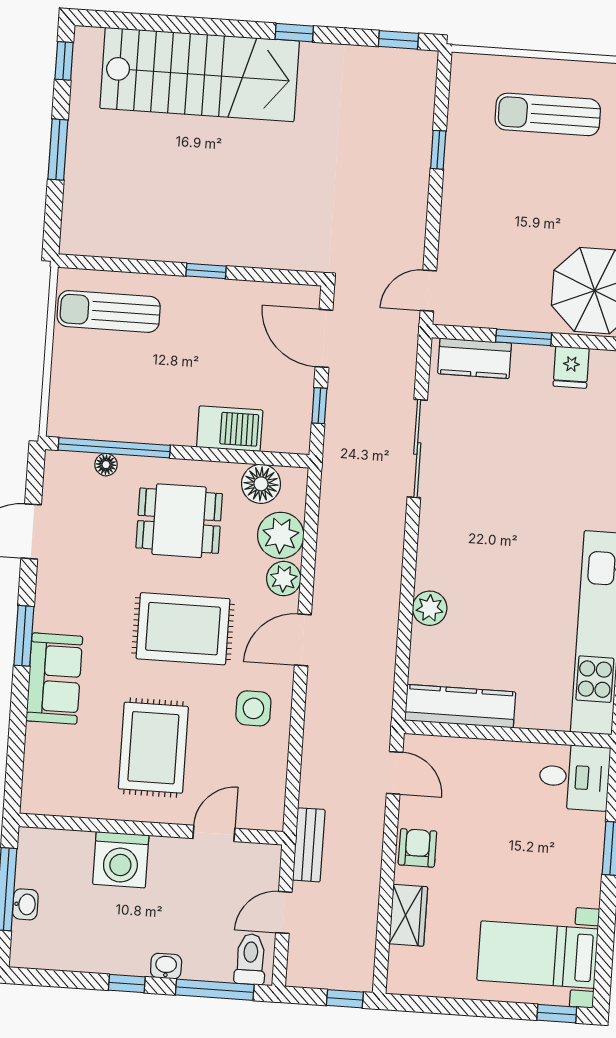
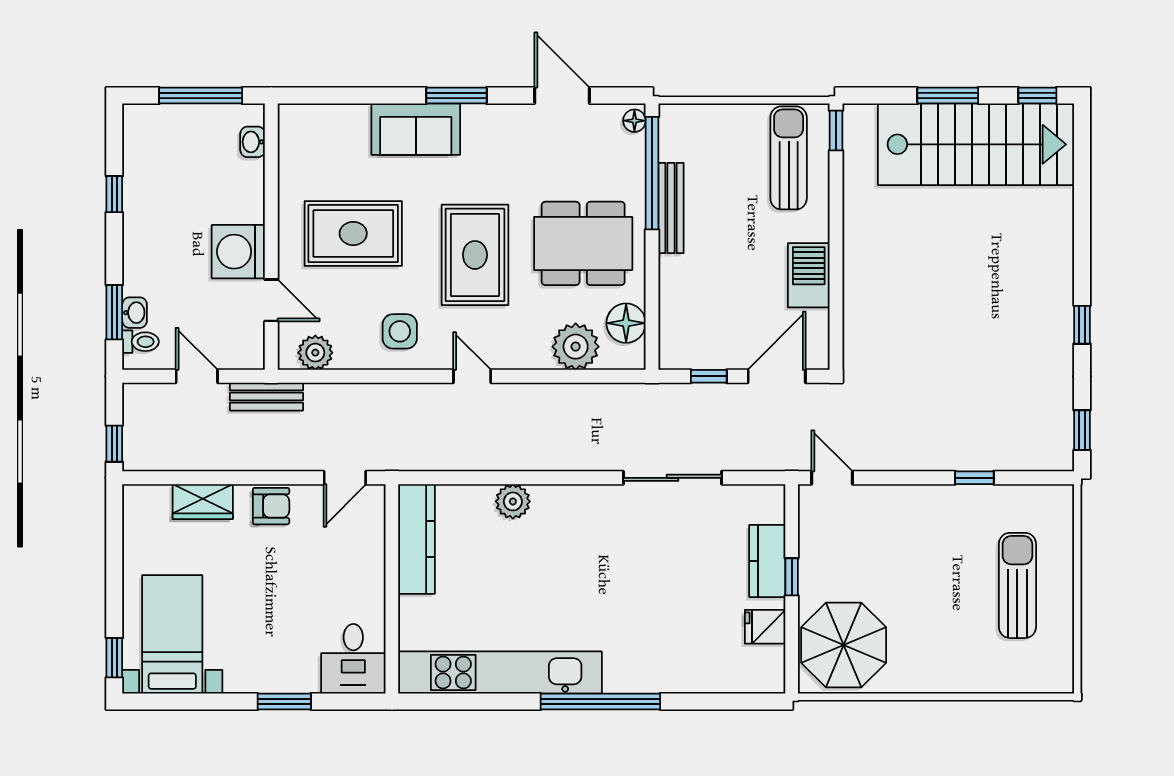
stairs: (200, 75) -> (976, 144), moved, turned -90
window: (206, 271) -> (836, 130), moved
window: (524, 337) -> (792, 577), width x0.67
kitchen counter: (475, 358) -> (767, 561), moved
barbecue: (230, 429) -> (809, 275), moved, turned 180
bench: (150, 431) -> (671, 208), added
floor lamp: (106, 465) -> (634, 121), moved
dining table: (179, 521) -> (583, 243), width x1.38
plant: (284, 579) -> (315, 353), moved
door: (303, 640) -> (472, 376), width x0.73
washing machine: (121, 860) -> (238, 252), moved
washbasin: (25, 904) -> (253, 142), moved, turned 90
toilet: (250, 959) -> (140, 342), width x0.73, depth x0.72
washbasin: (166, 966) -> (135, 313), moved
window: (127, 984) -> (114, 194), moved
window: (215, 990) -> (114, 312), width x0.69

